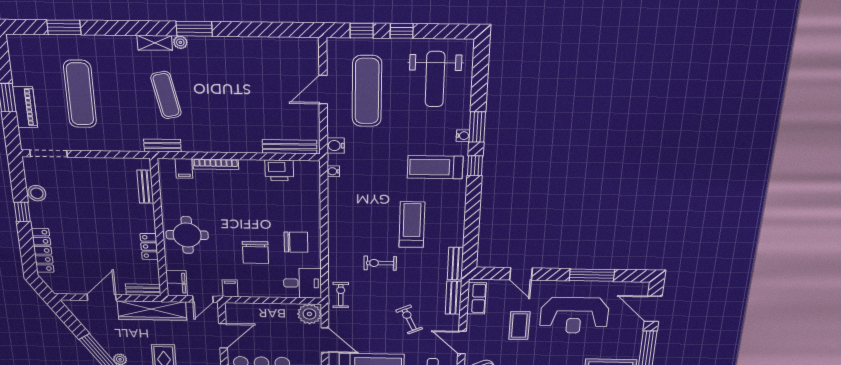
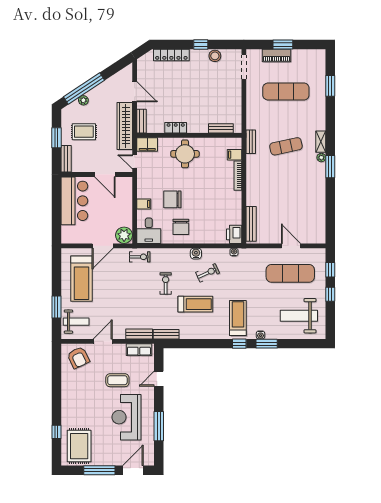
water cooler: (336, 146) -> (196, 254), moved
printer: (279, 170) -> (234, 234), moved
filing cabinet: (230, 288) -> (144, 204), moved
exercise bike: (409, 320) -> (208, 273), moved

